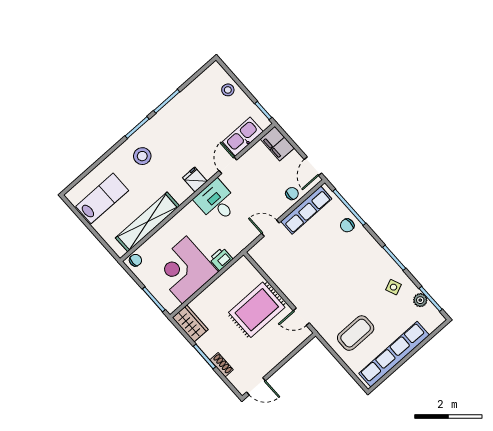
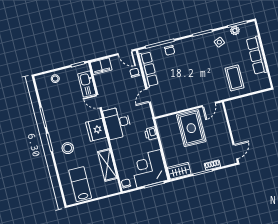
fridge: (195, 179) -> (96, 130), width x1.88, depth x1.34
desk: (217, 202) -> (118, 123), width x1.37
shelving: (147, 222) -> (107, 165), width x0.68
corner desk: (184, 270) -> (149, 169), moved, turned 90
row of seats: (394, 354) -> (257, 55), width x0.73

